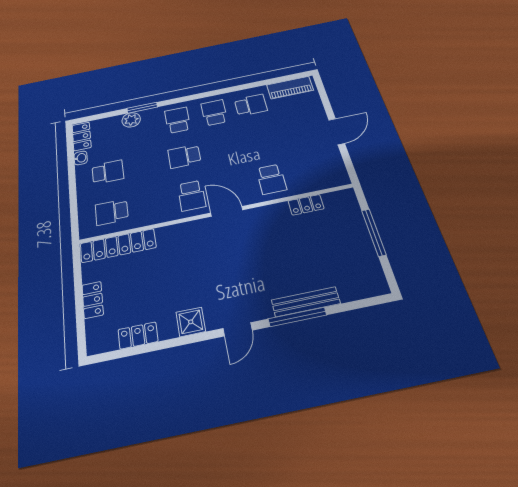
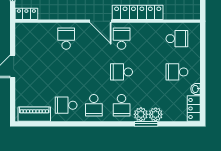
plant: (151, 116) -> (141, 114), added
school desk: (184, 156) -> (122, 72), turned 180
locker: (306, 205) -> (26, 14), moved
locker: (118, 246) -> (138, 12), moved

